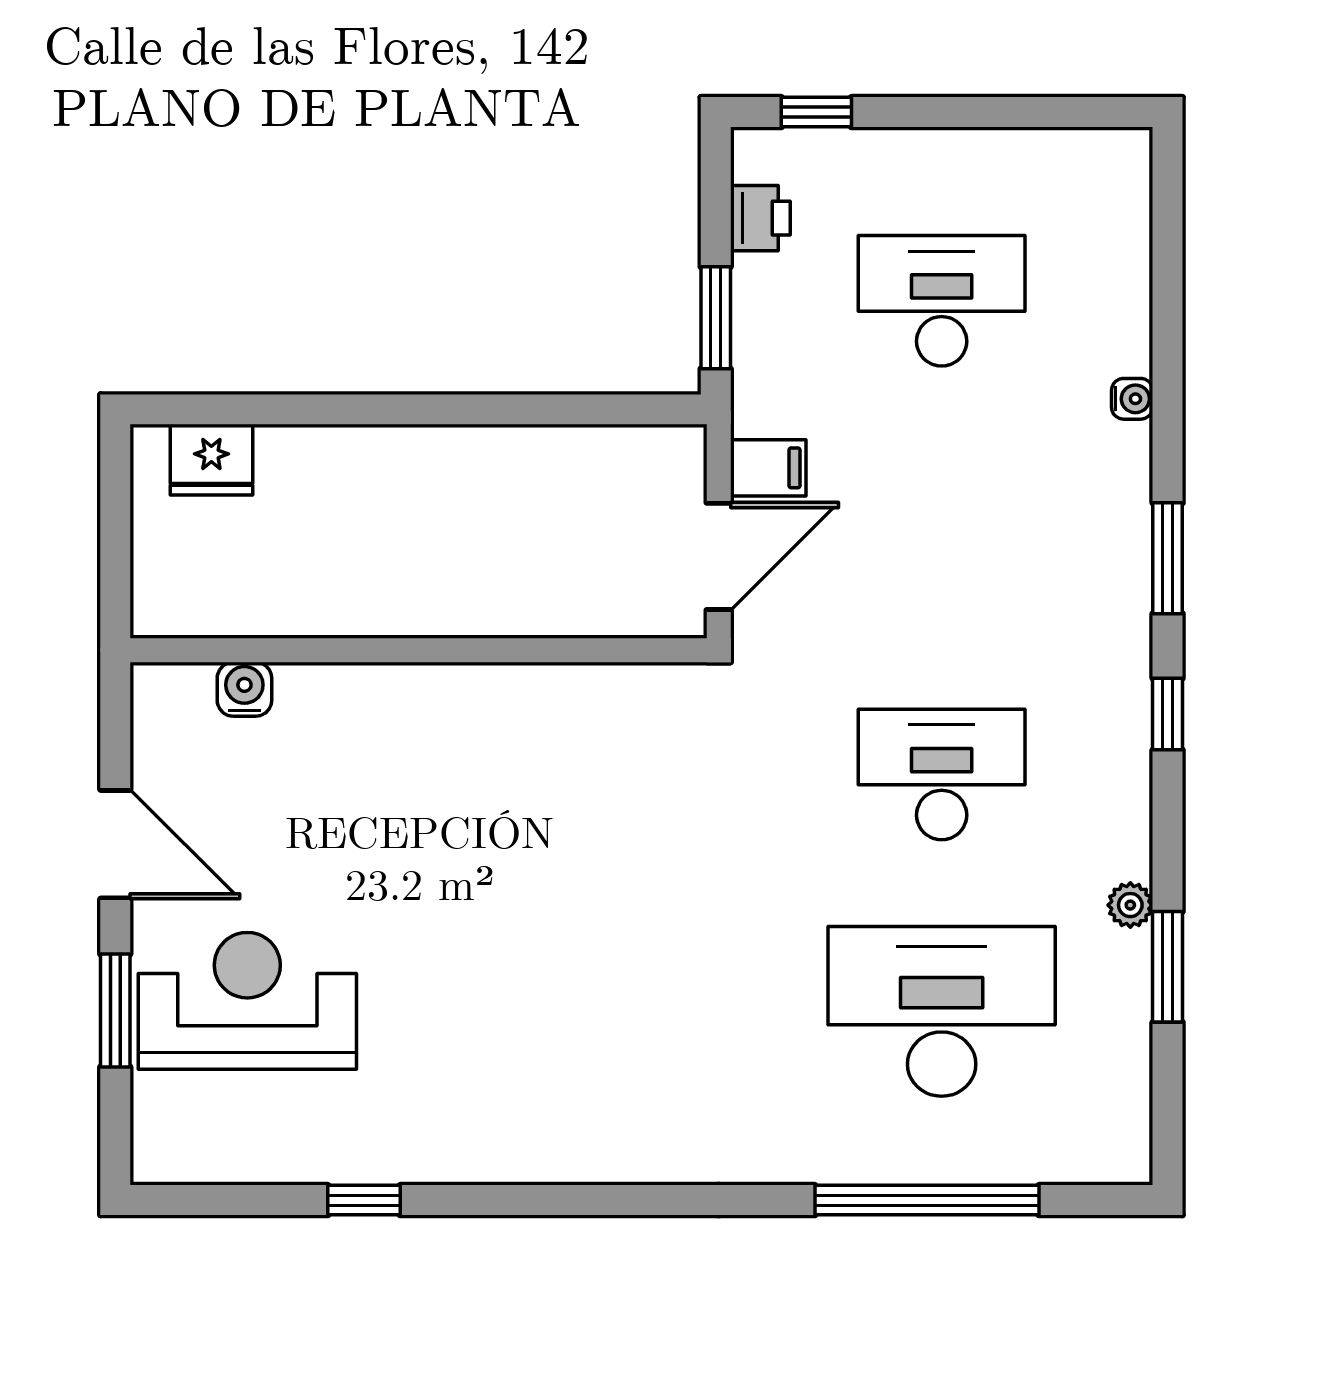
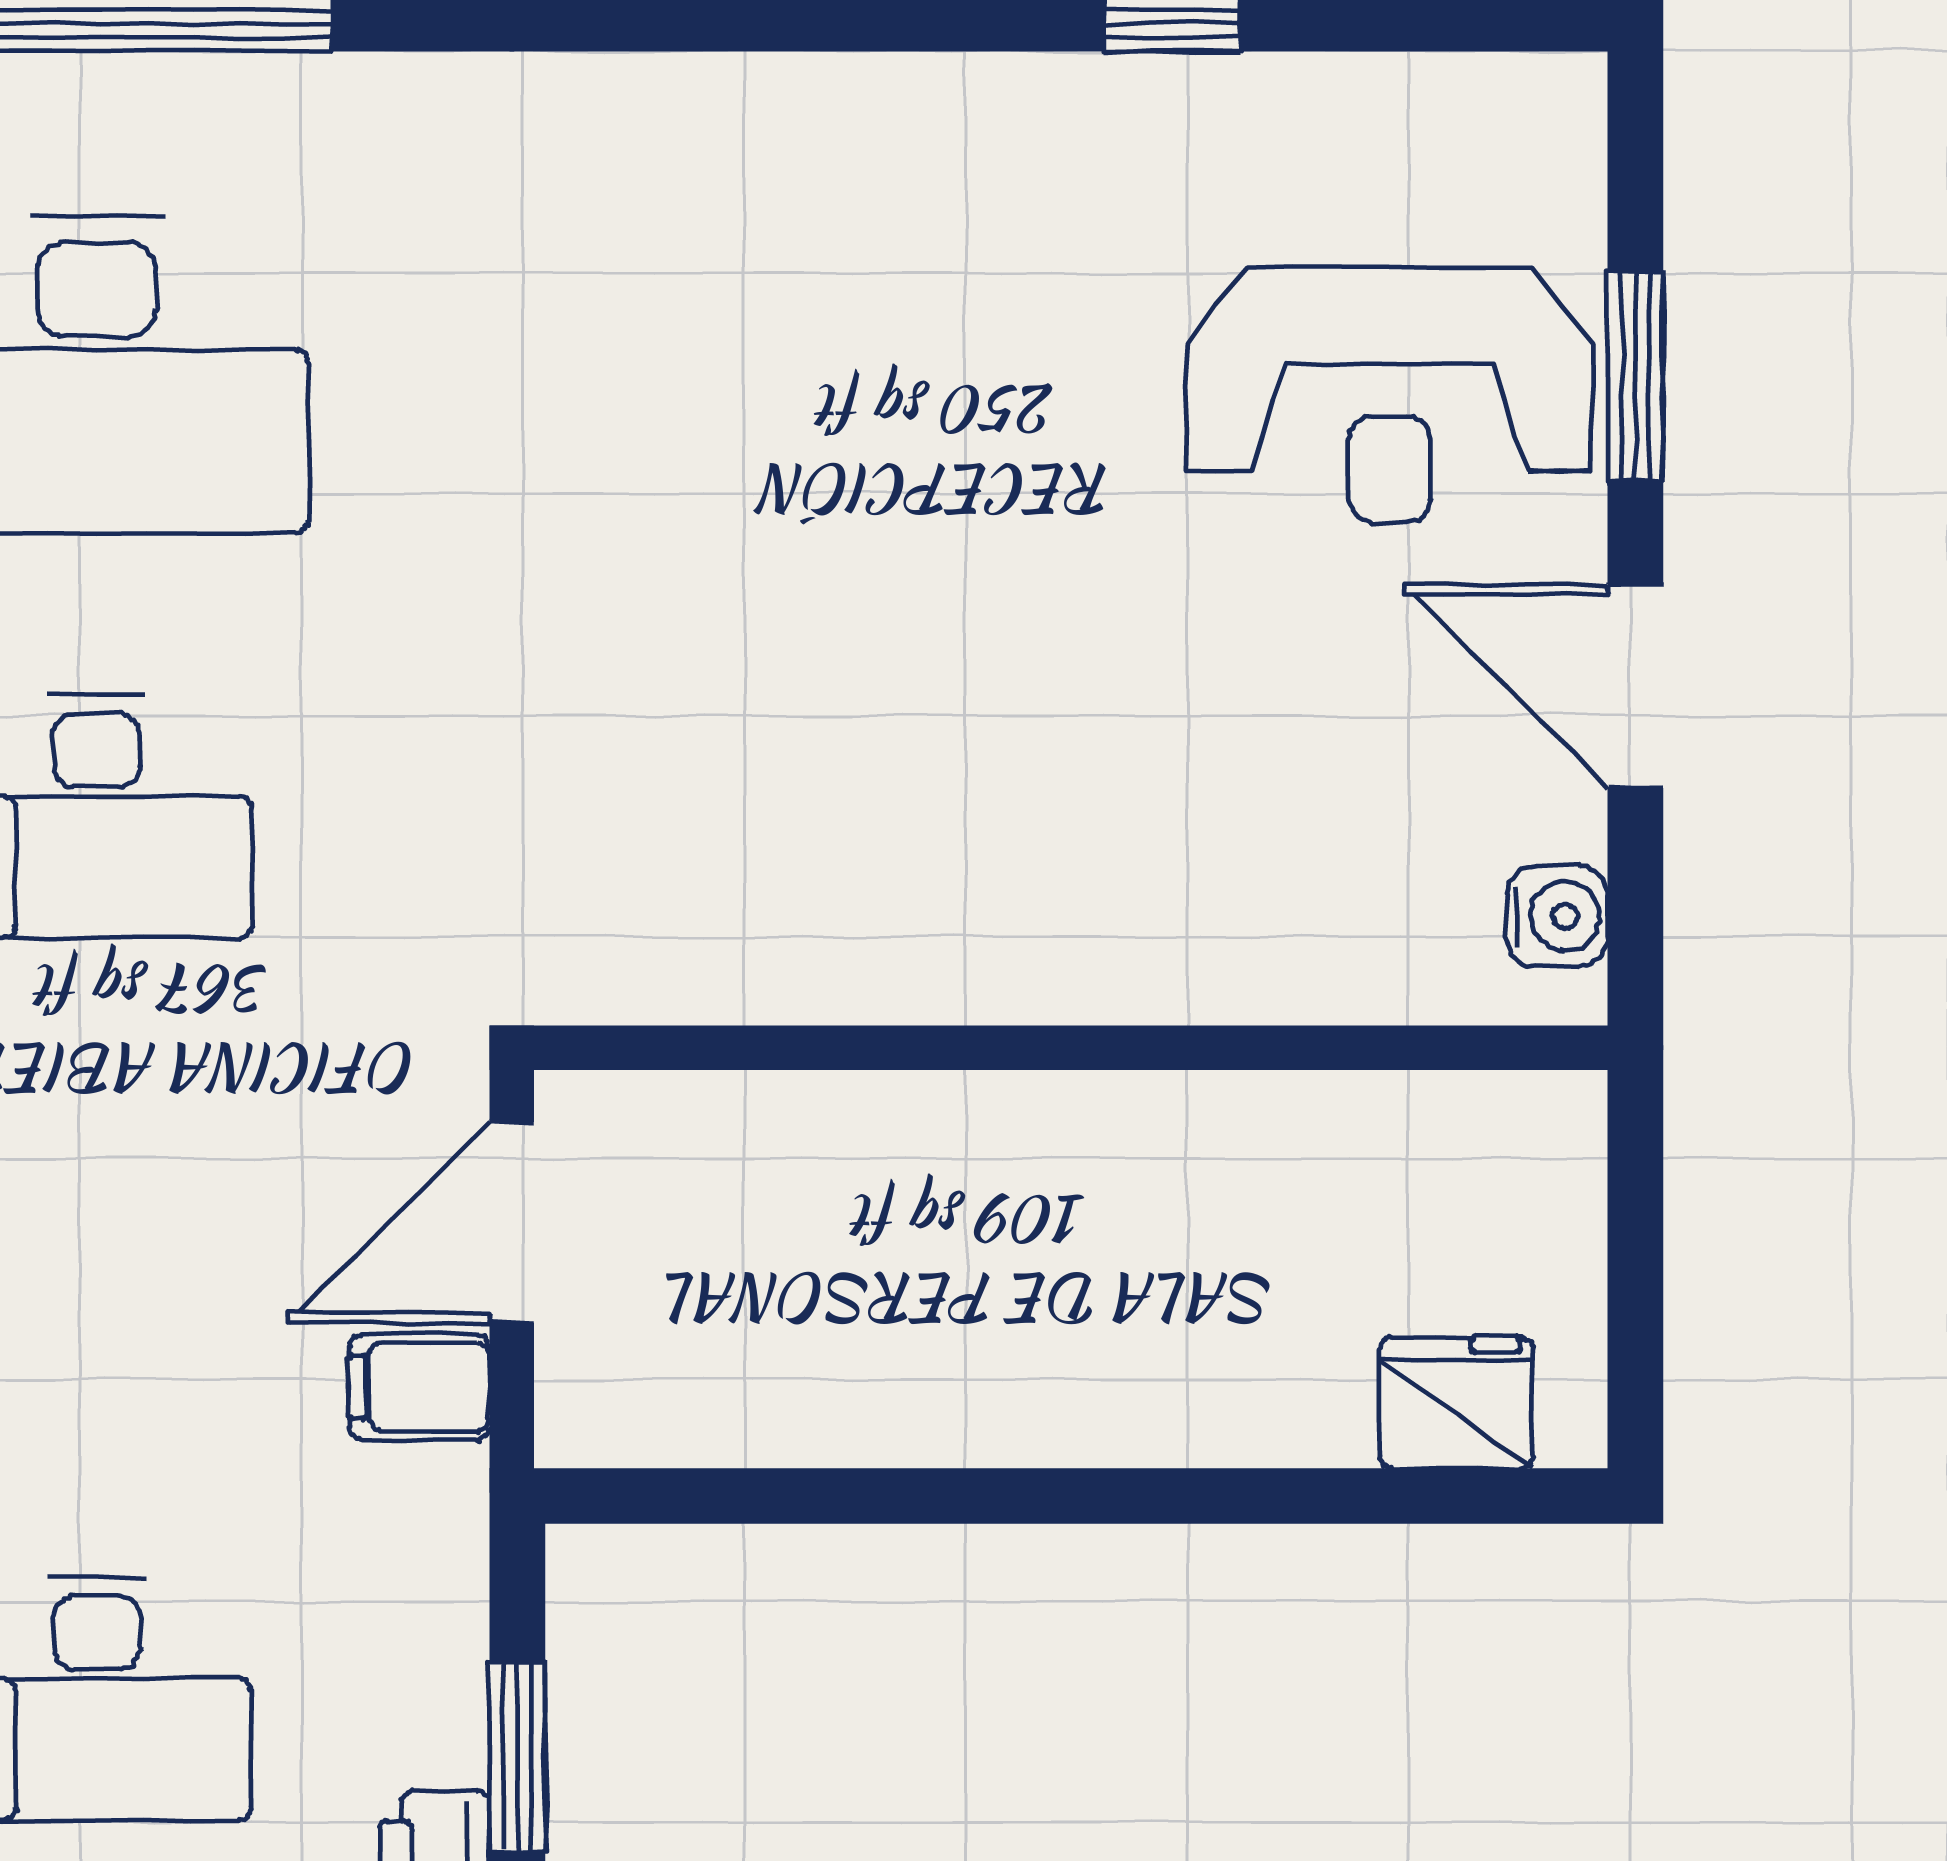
window: (716, 318) -> (517, 1756), moved
water cooler: (244, 689) -> (1557, 916), moved, turned -90

